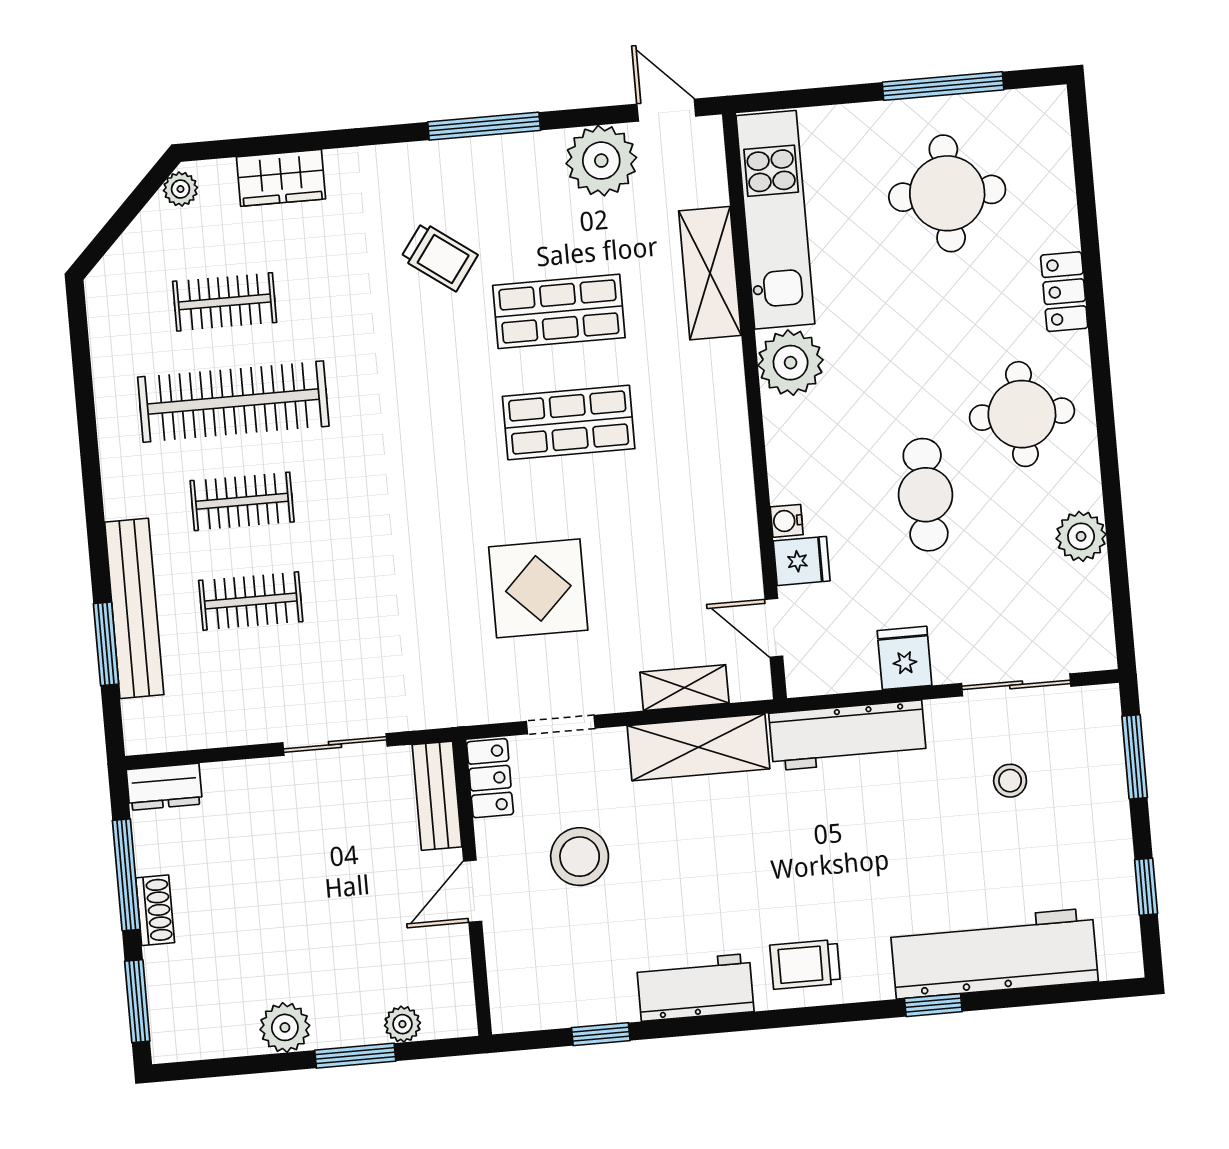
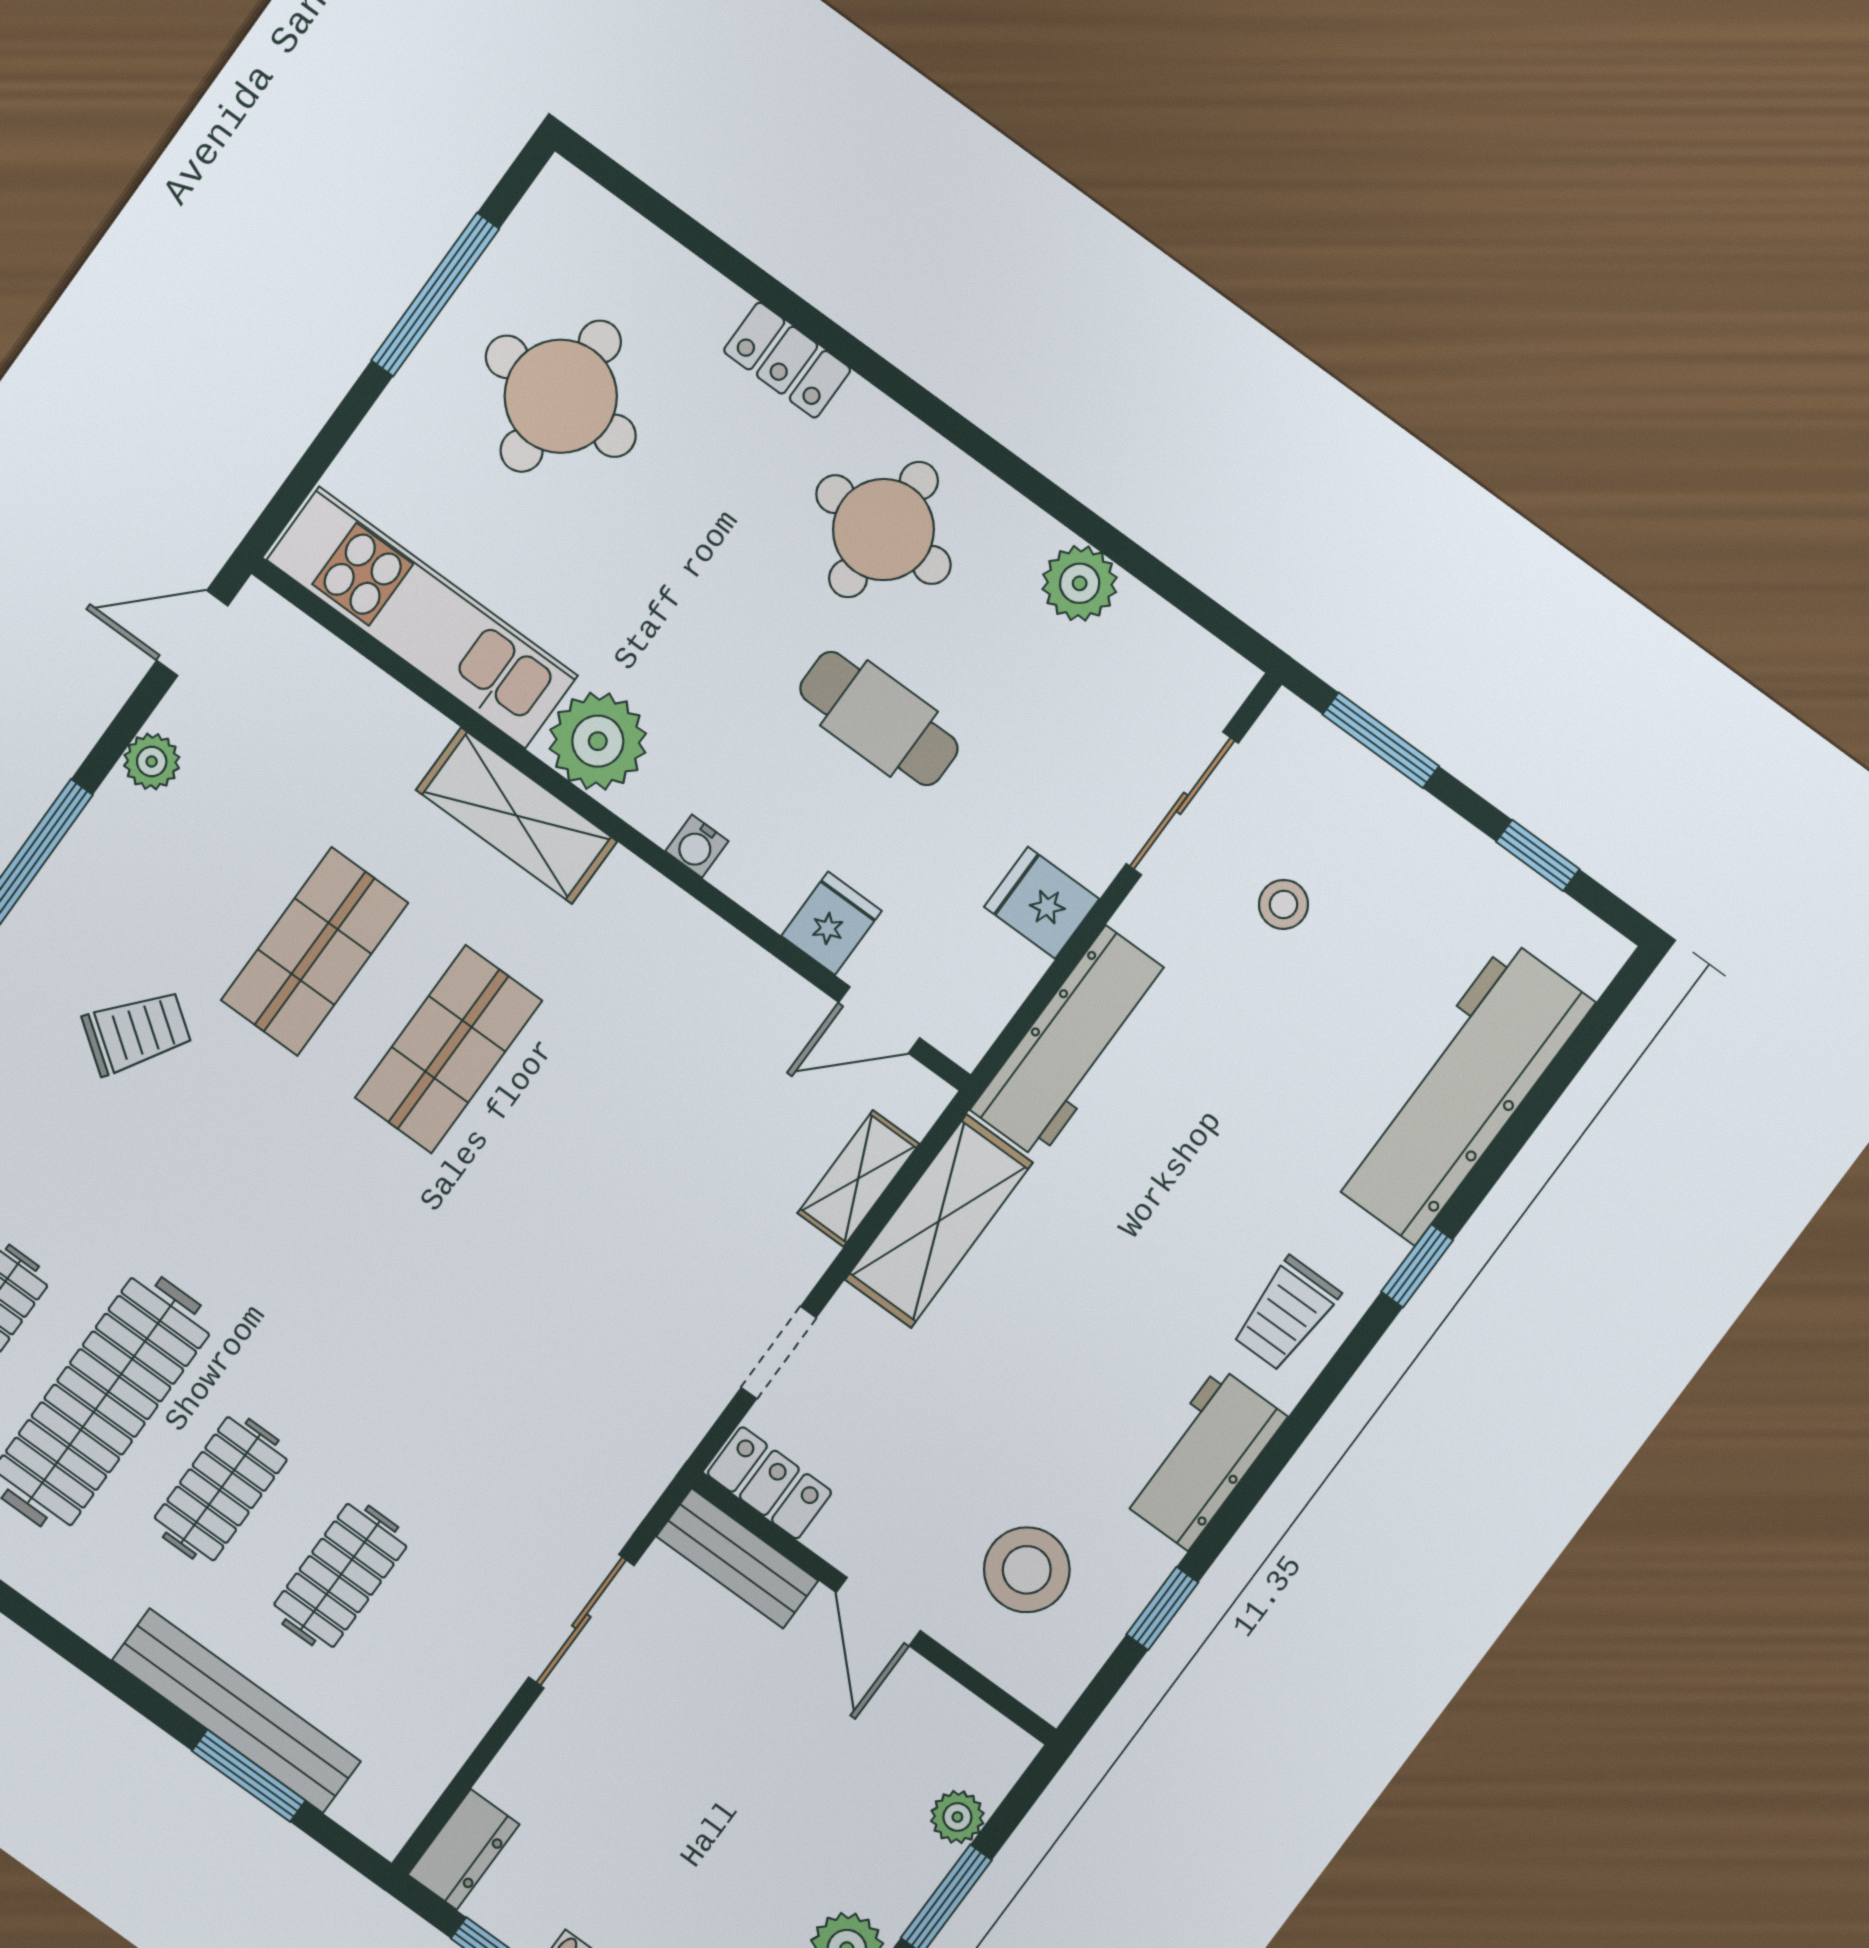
plant: (601, 161) -> (152, 761), width x0.53, depth x0.53
shelving: (710, 273) -> (517, 816), moved
water cooler: (787, 521) -> (697, 846), moved
display table: (538, 588) -> (605, 1245), removed
stool: (580, 857) -> (1027, 1570), moved
window: (933, 1005) -> (1417, 1266), moved

